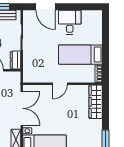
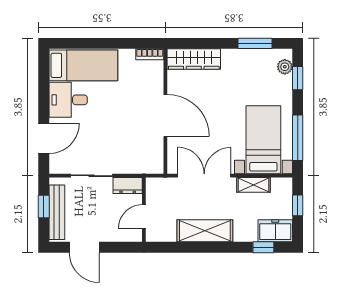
bed: (80, 55) -> (83, 65), moved, turned -90
door: (60, 84) -> (165, 115), width x1.87

